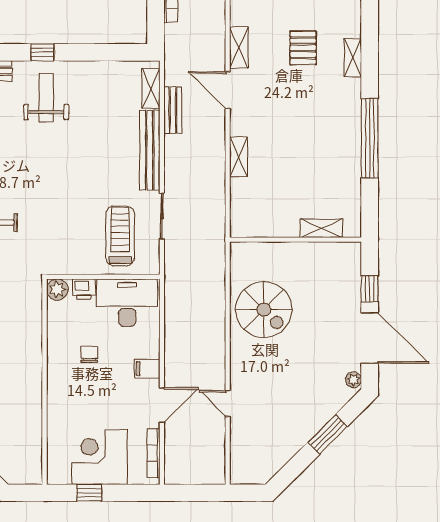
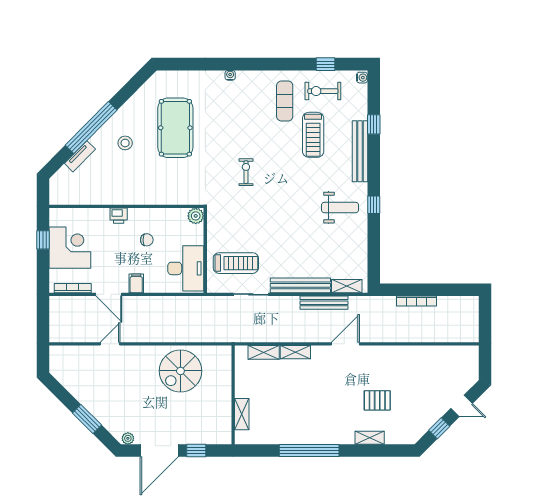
shelving: (239, 47) -> (264, 352), moved
bench: (173, 110) -> (324, 303), width x1.36
printer: (84, 289) -> (119, 216), moved, turned -90

